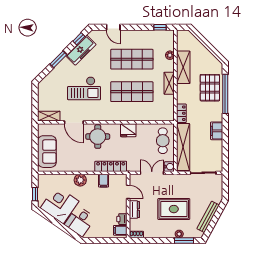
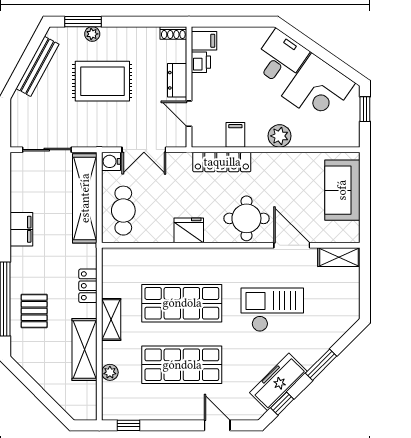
pallet: (210, 88) -> (34, 311), width x0.67, depth x0.71
locker: (181, 113) -> (88, 286), moved

